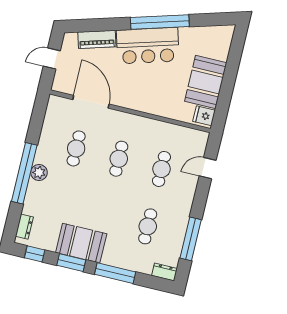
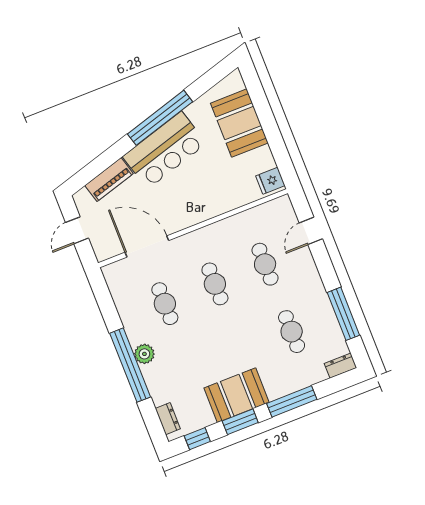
booth: (206, 82) -> (239, 123), moved

